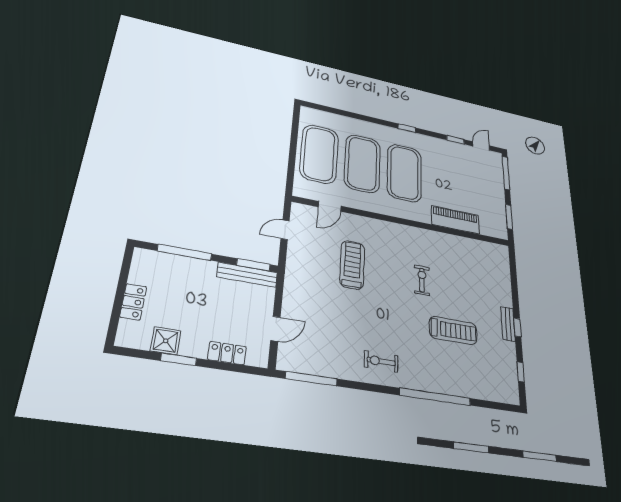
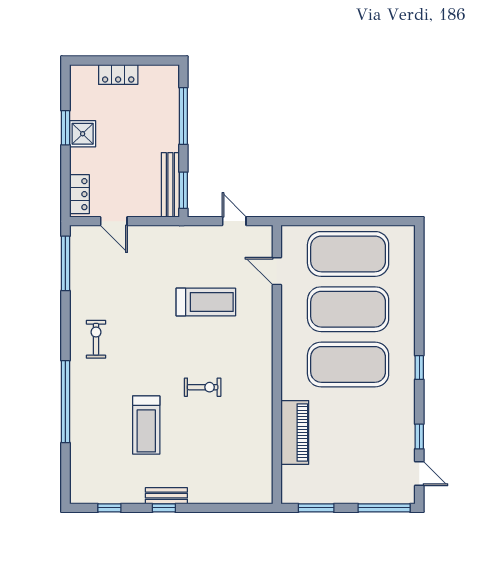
shower: (166, 341) -> (83, 134), moved
locker: (227, 353) -> (79, 194), moved

